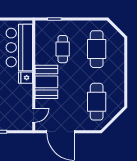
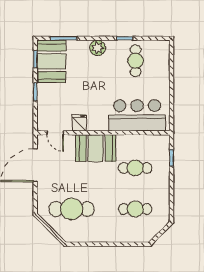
cafe table: (97, 49) -> (135, 209), width x0.73, depth x0.74
fridge: (25, 78) -> (79, 123), moved

